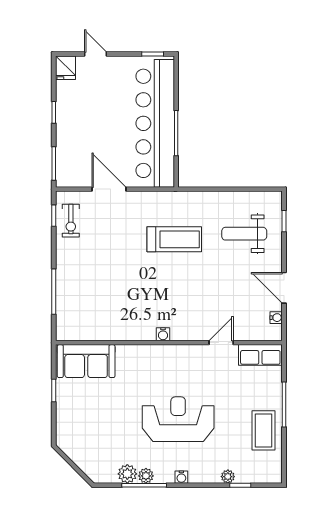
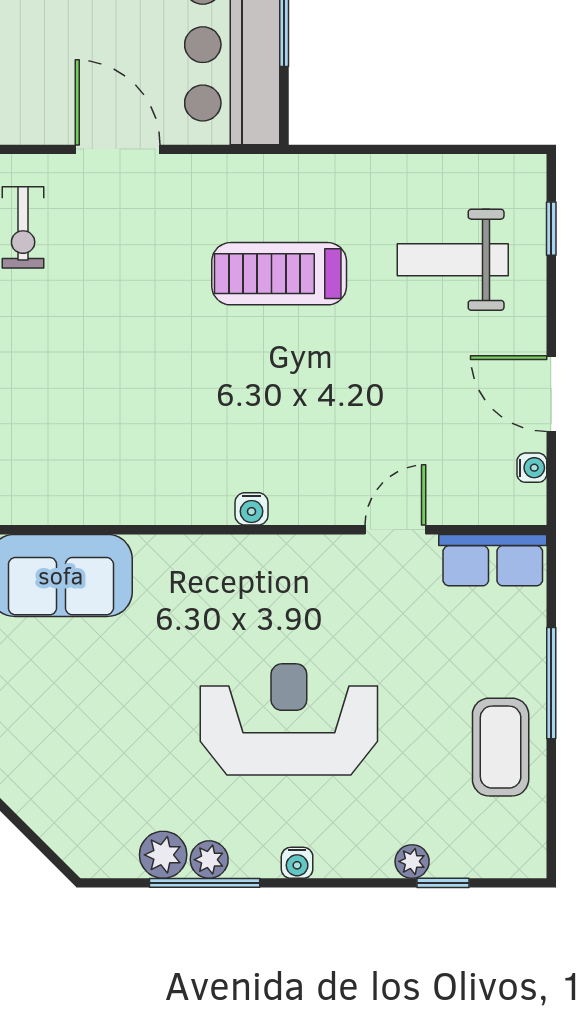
treadmill: (174, 239) -> (279, 274), turned 180

